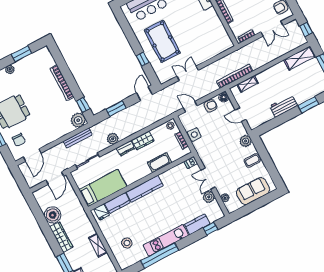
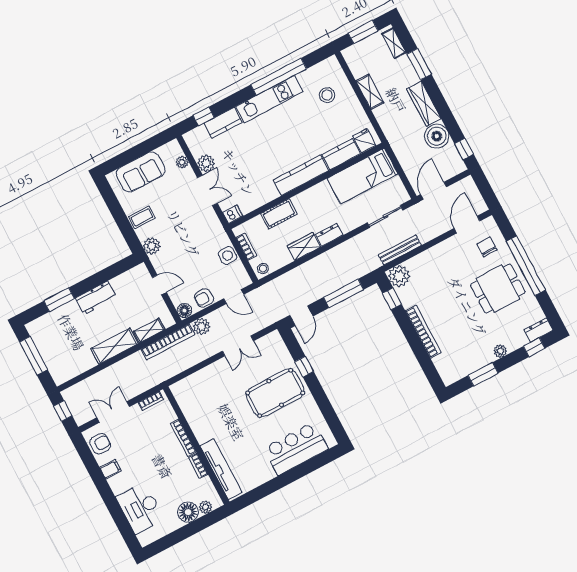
pool table: (162, 41) -> (275, 393), turned 90
shelving: (300, 58) -> (115, 346), moved
window: (116, 109) -> (344, 293), width x1.44
plant: (113, 139) -> (202, 326), moved
window: (34, 206) -> (464, 149), added

